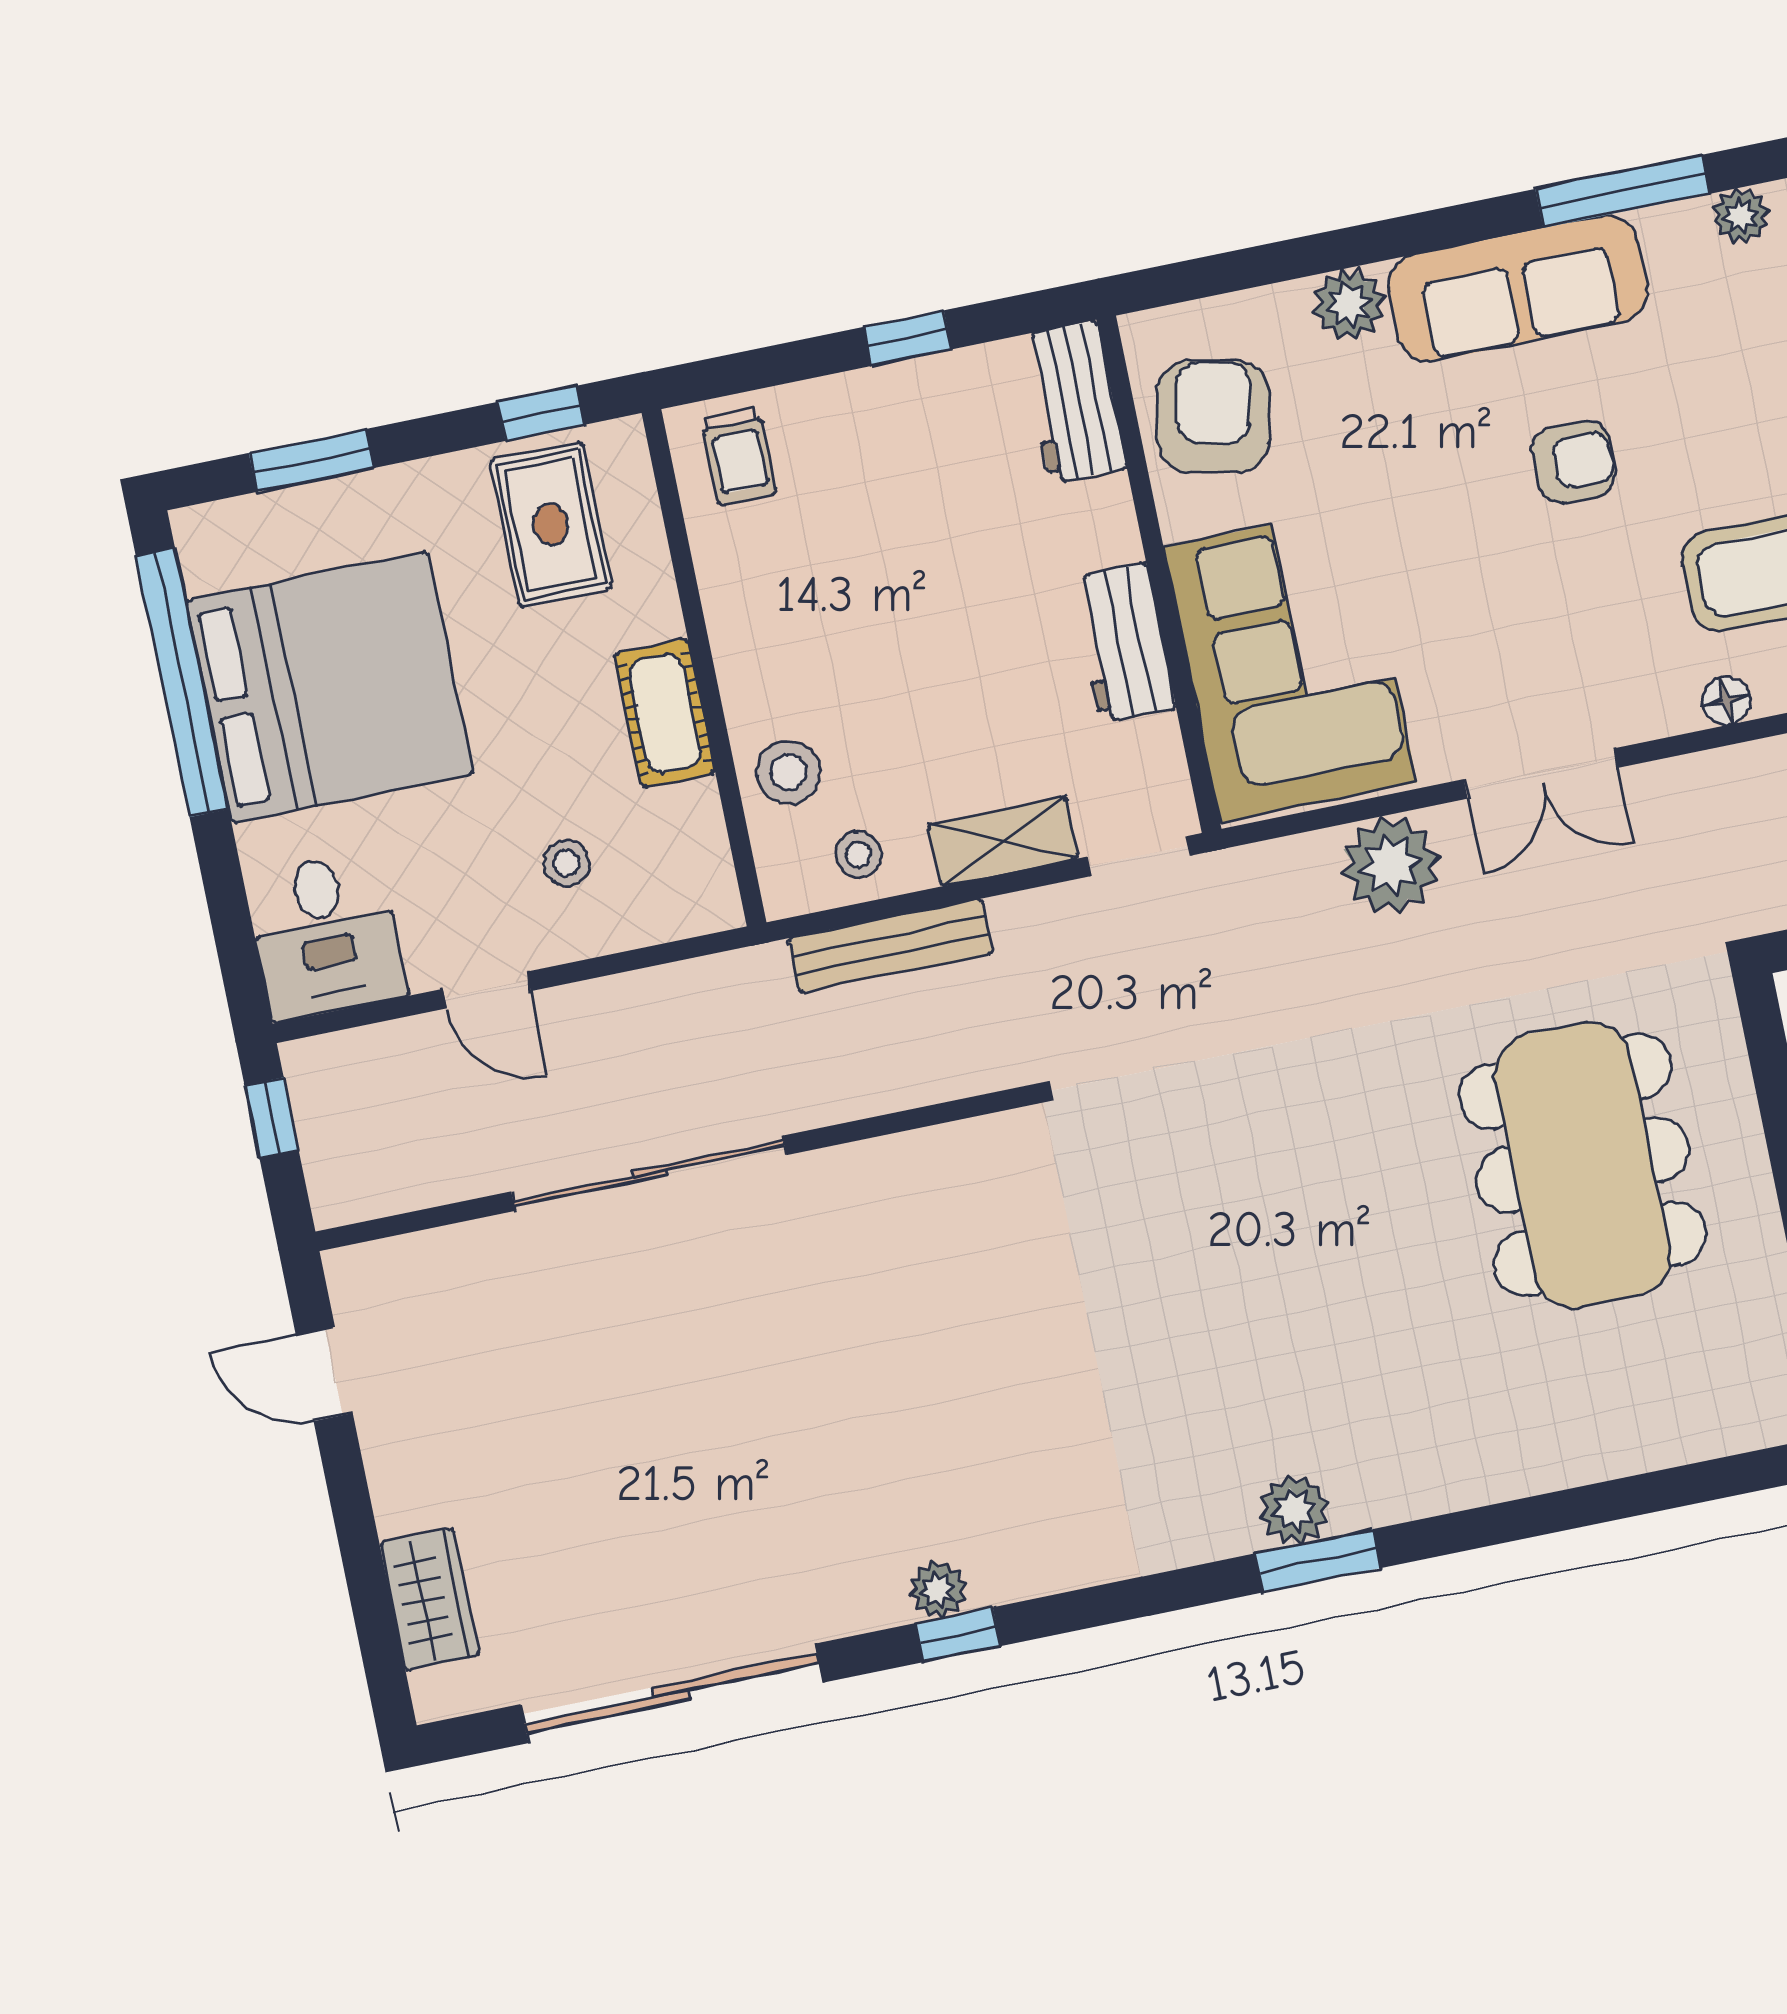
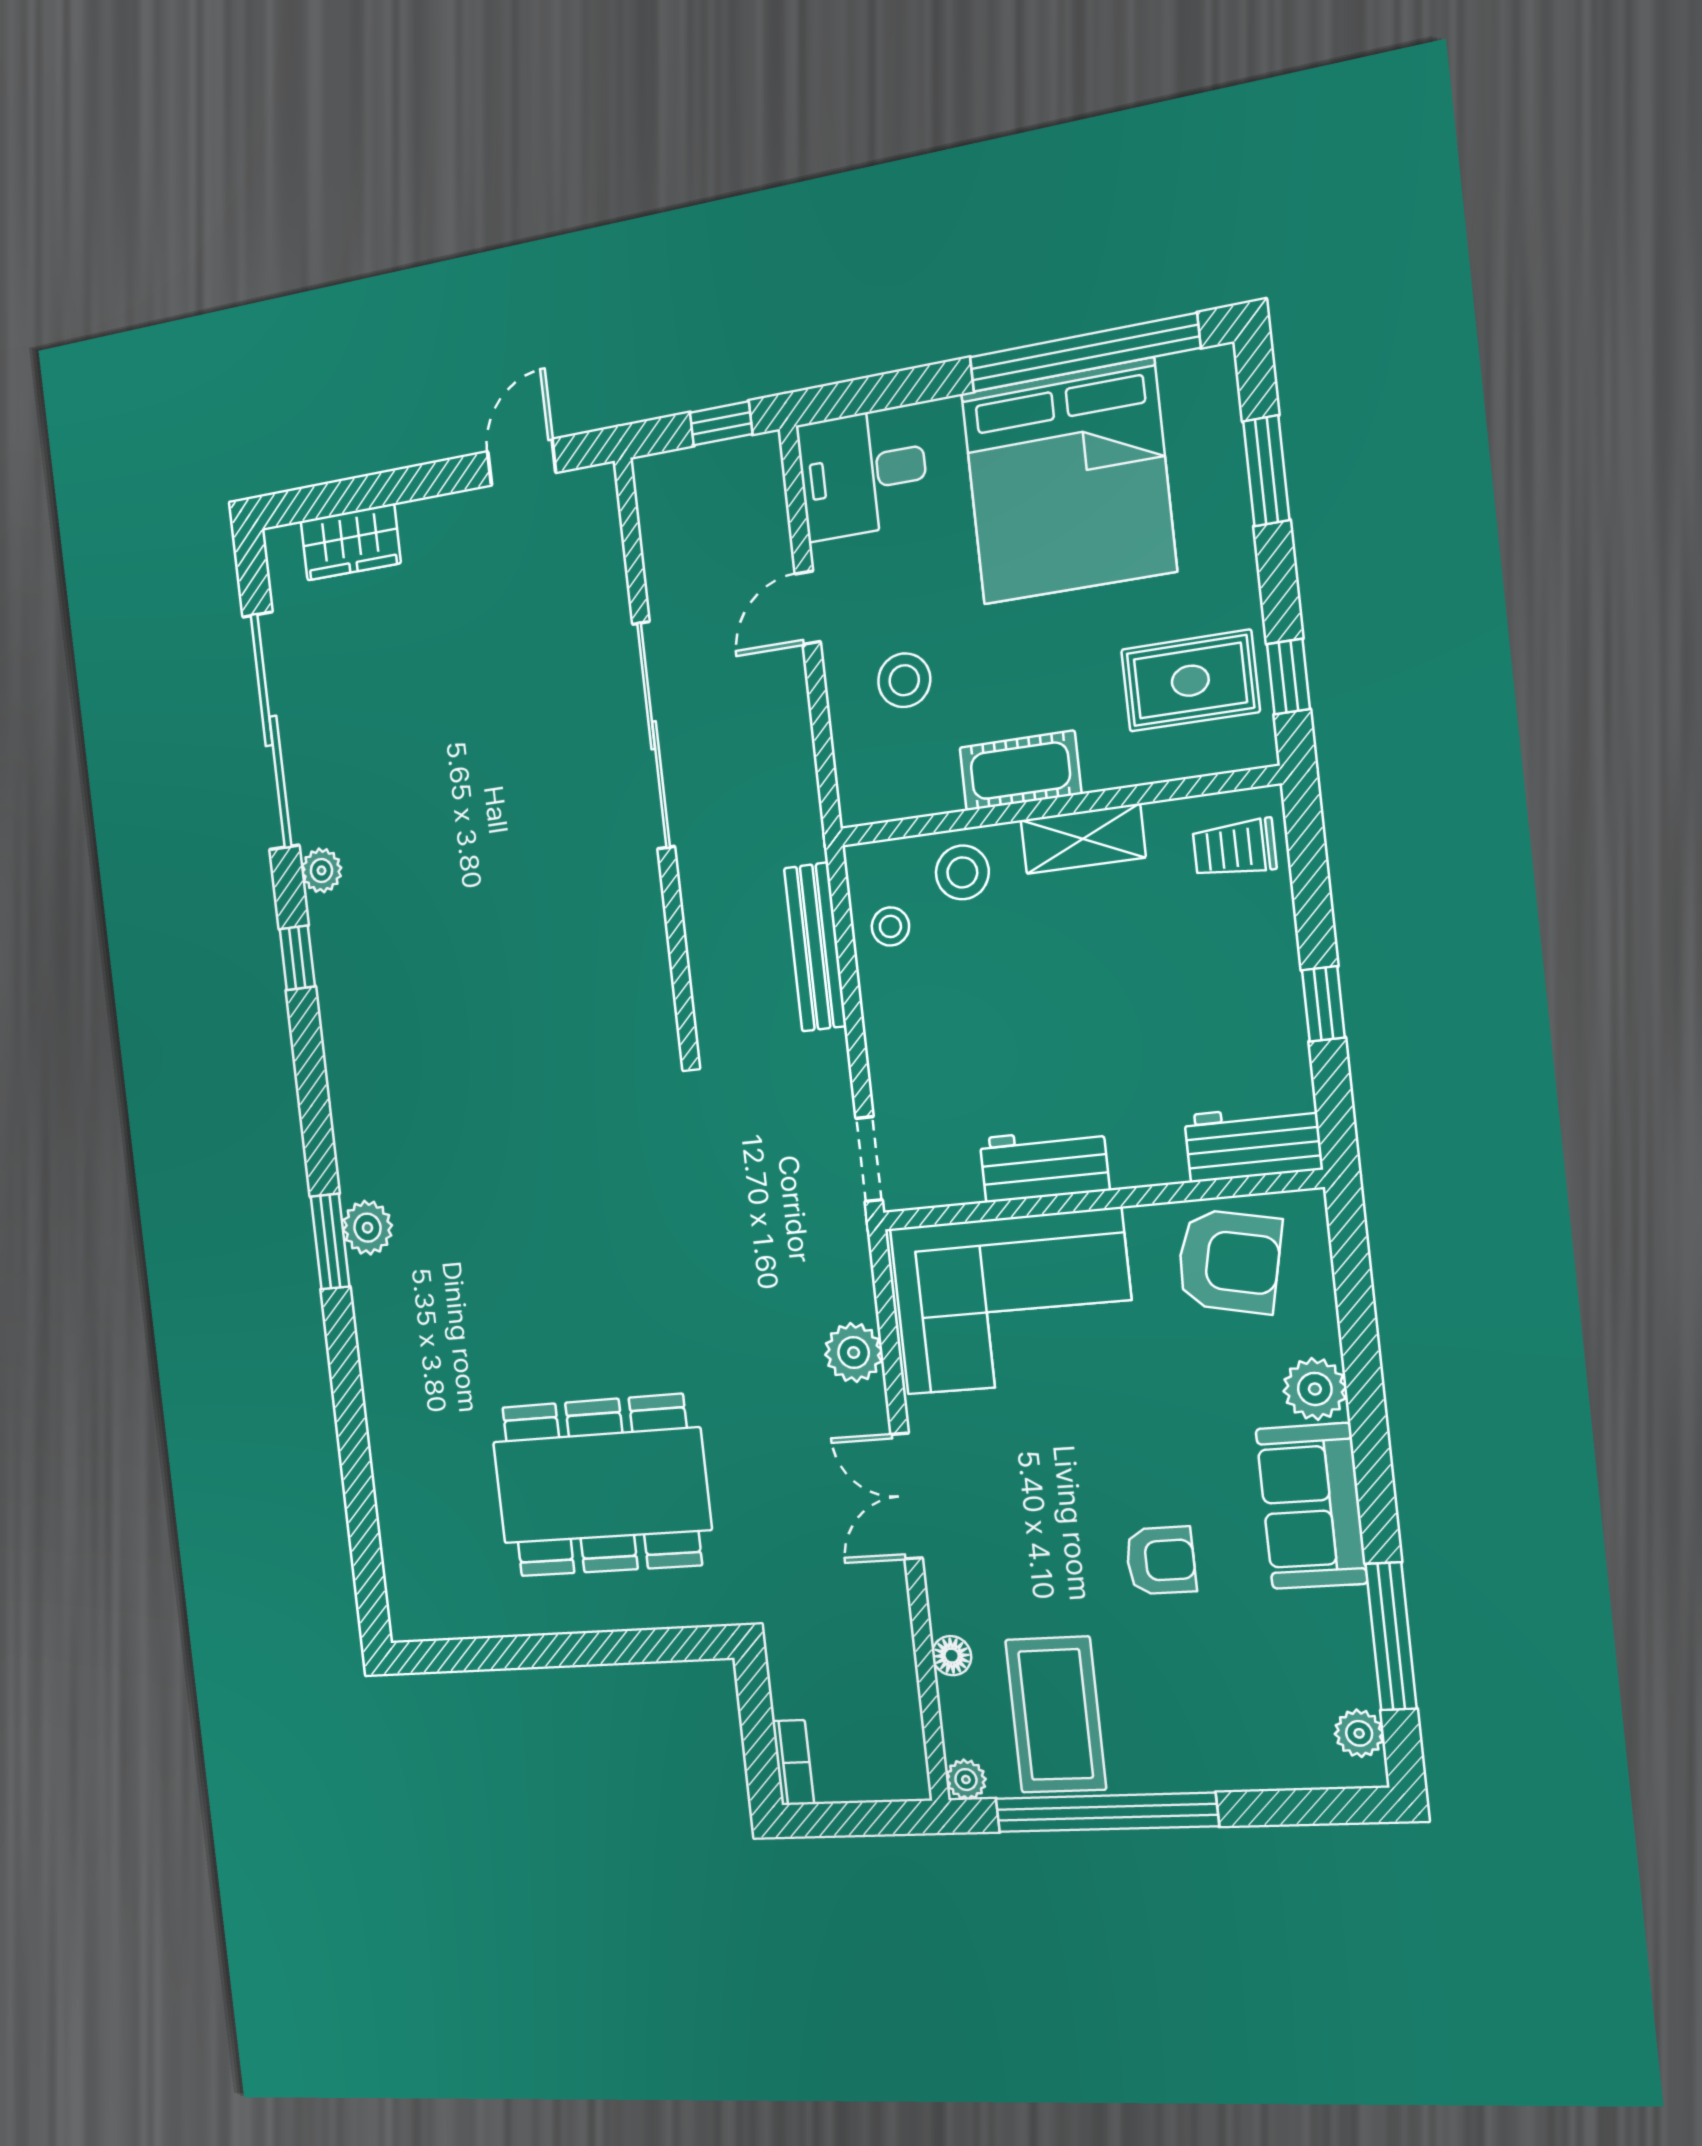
sofa: (1518, 288) -> (1311, 1506), width x0.73
armchair: (1574, 462) -> (1161, 1560), turned -90
shelving: (1003, 841) -> (1083, 839), moved, turned 90
stool: (567, 863) -> (904, 680), width x1.37, depth x1.37
plant: (1391, 865) -> (854, 1353), width x0.73, depth x0.73
plant: (938, 1590) -> (321, 870), moved

